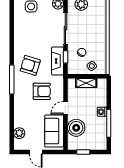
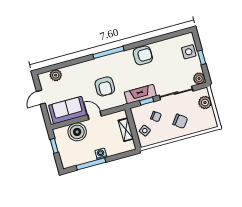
chair: (92, 31) -> (180, 121), added
armchair: (30, 65) -> (143, 55), moved, turned 73

